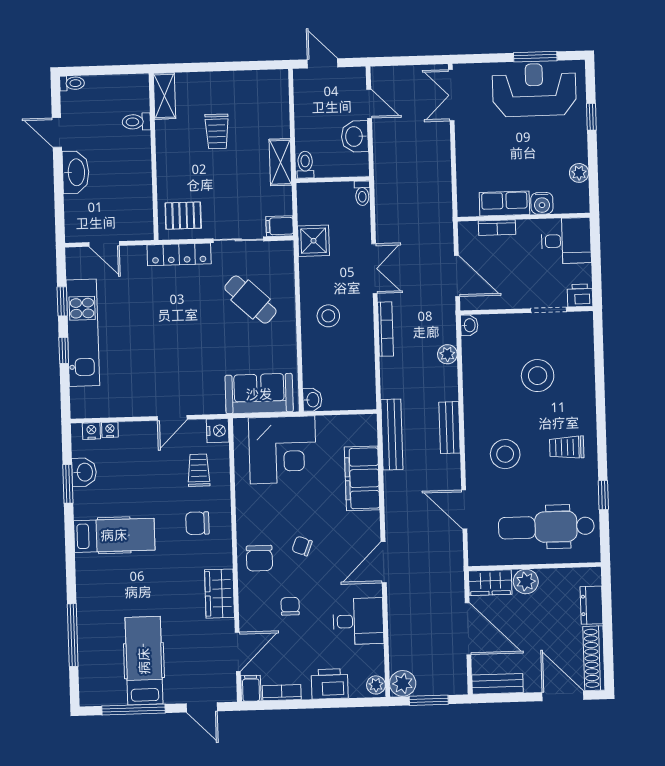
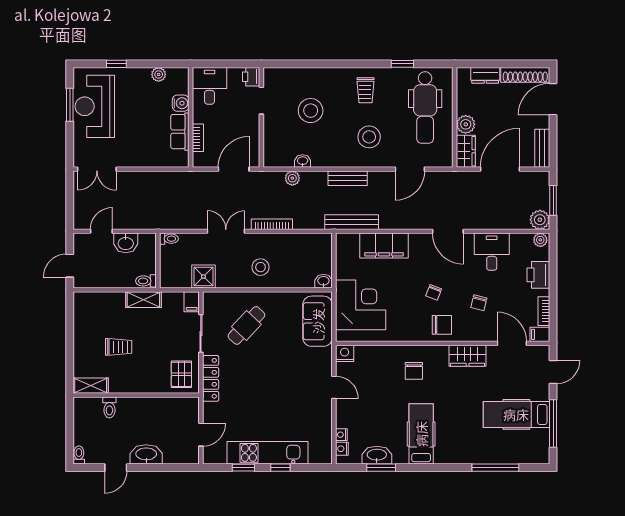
washbasin: (469, 325) -> (303, 161), moved
trolley: (199, 470) -> (374, 369), removed
washbasin: (84, 472) -> (377, 455), width x1.38
chair: (290, 606) -> (479, 303), turned -76

